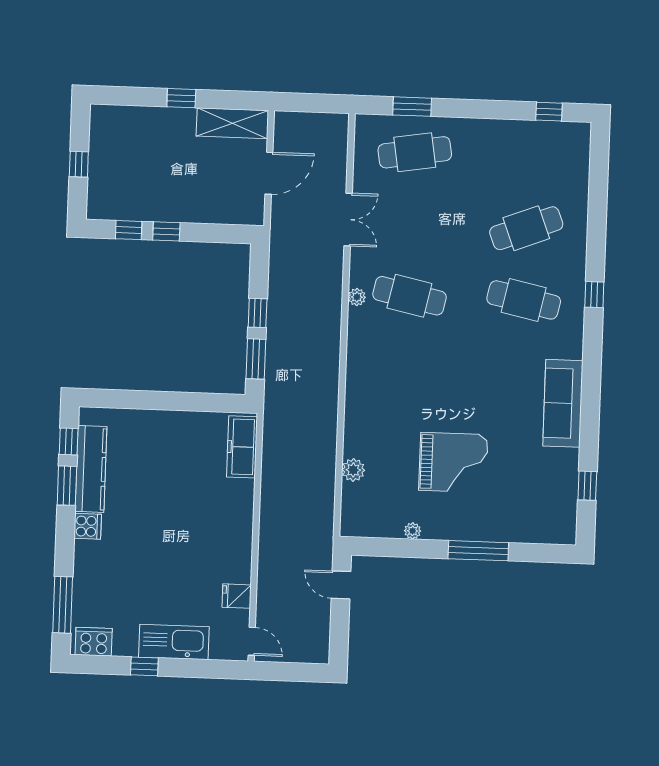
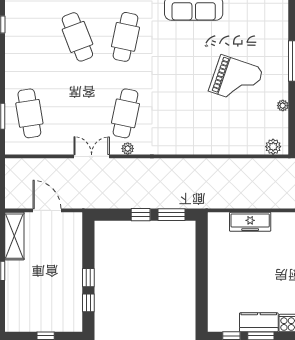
double door: (348, 220) -> (92, 156), moved
freezer: (242, 447) -> (250, 222), moved
grand piano: (453, 462) -> (236, 80), turned 109
kitchen counter: (91, 469) -> (259, 322), width x0.67
plant: (353, 470) -> (273, 147), moved

